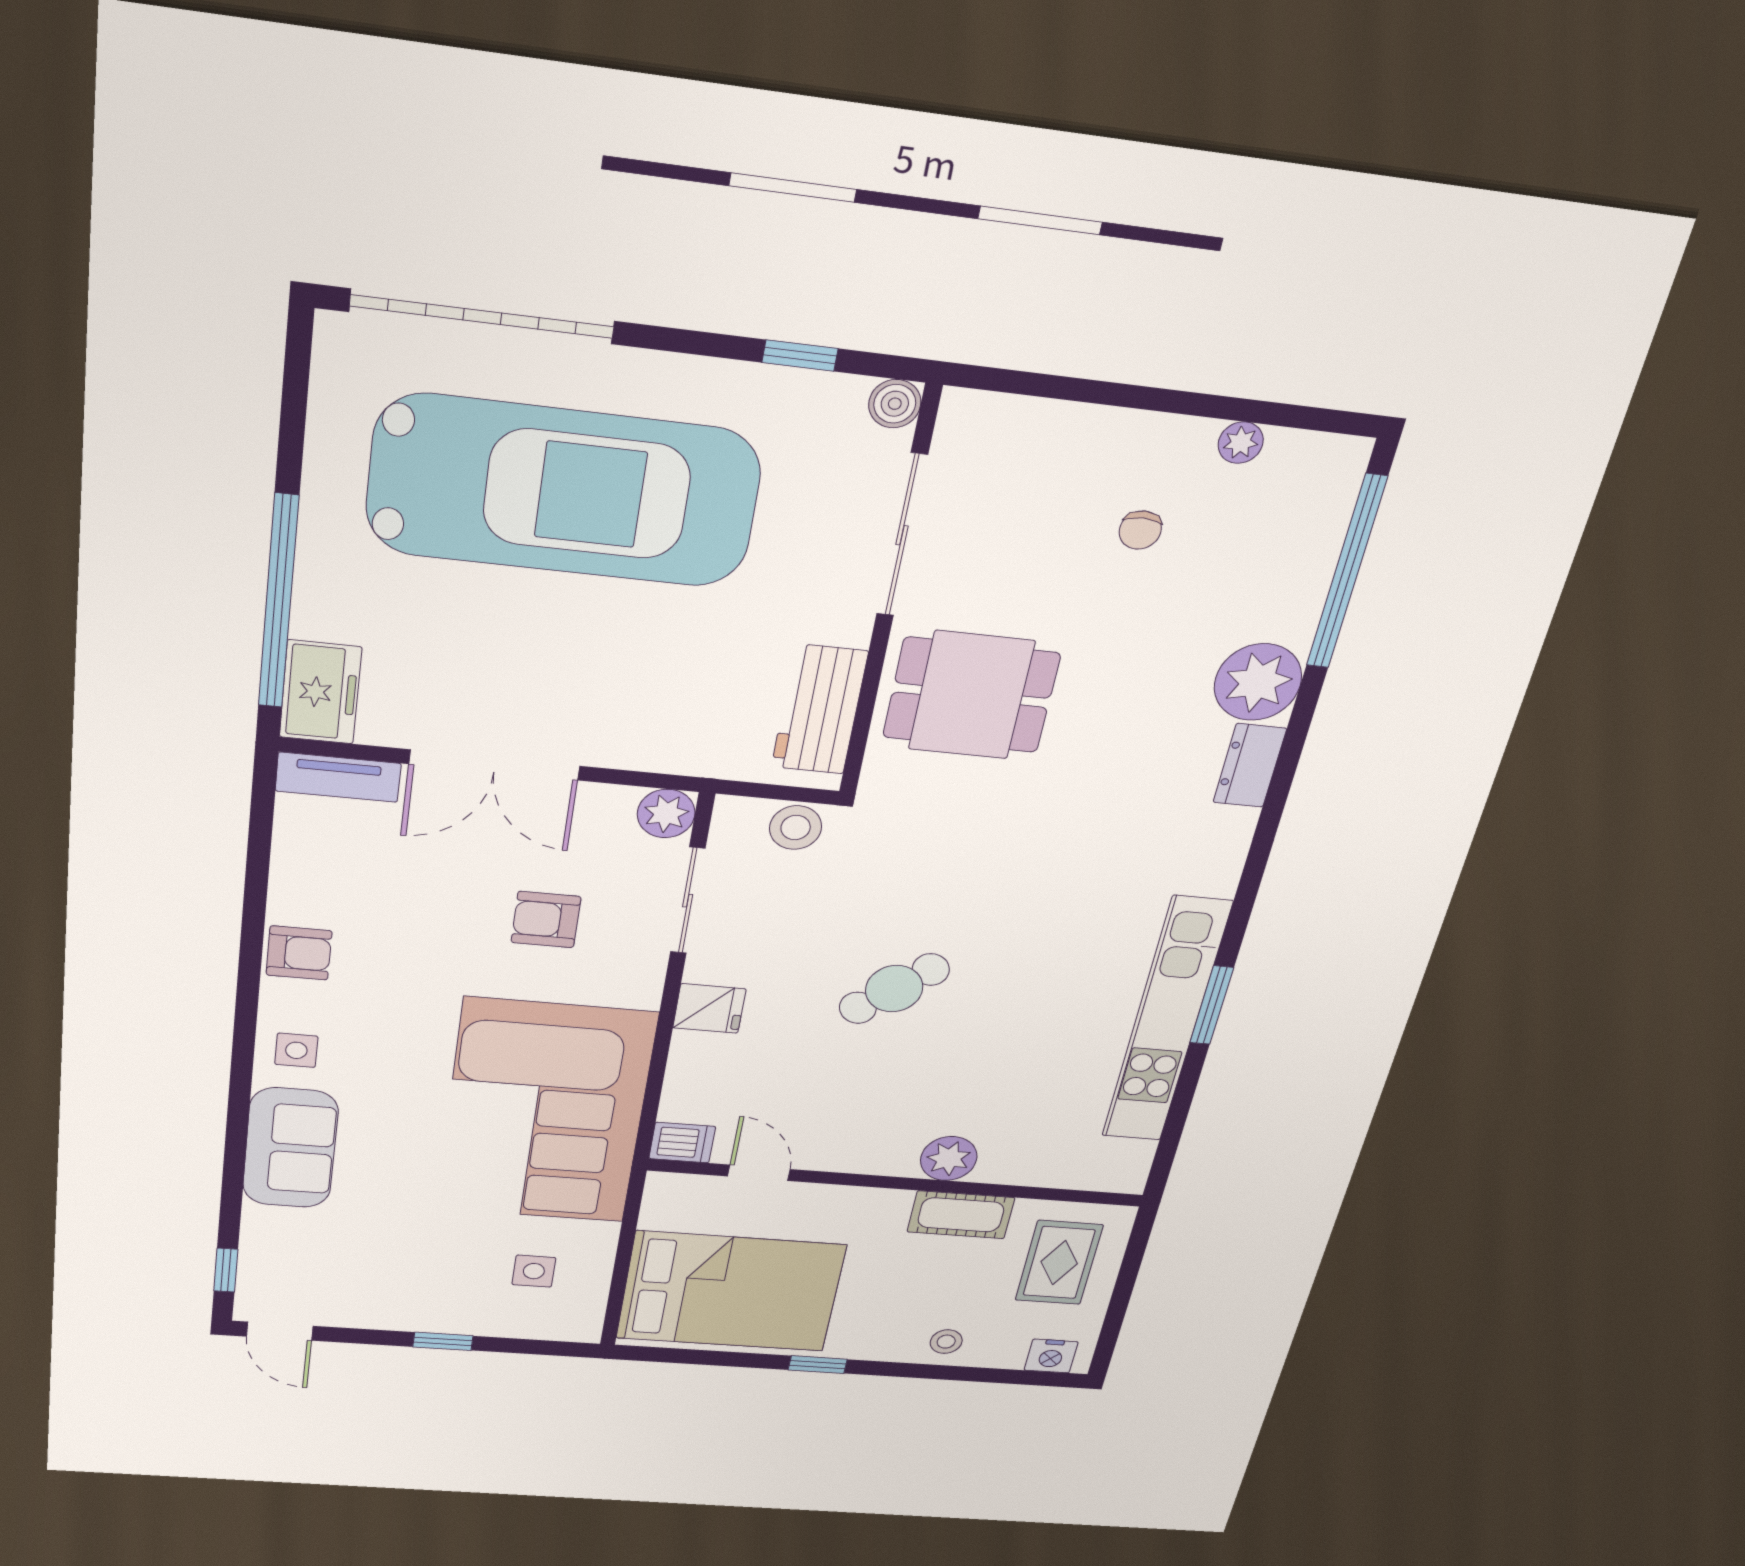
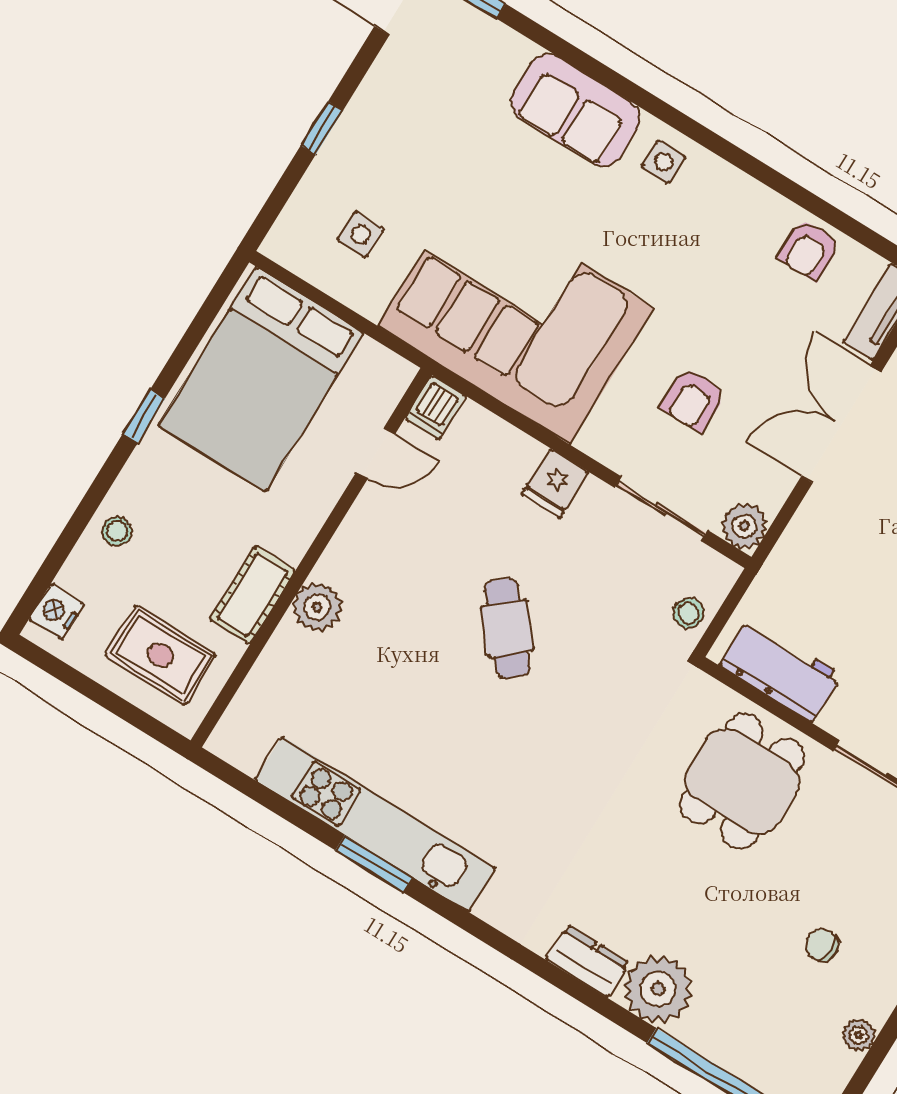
stool: (796, 828) -> (688, 613), width x0.73, depth x0.73
armchair: (546, 920) -> (694, 399), turned 180
armchair: (299, 953) -> (809, 250), moved

